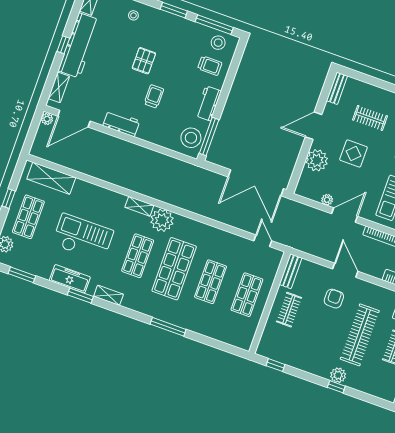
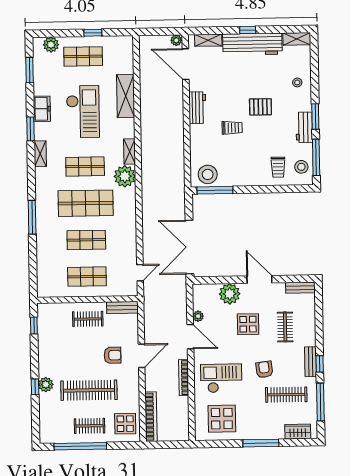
workbench: (208, 103) -> (304, 127), moved, turned -90
shelving: (51, 178) -> (126, 96), moved
freezer: (70, 279) -> (42, 109), width x0.71

